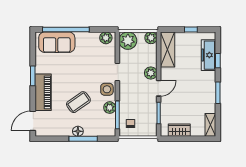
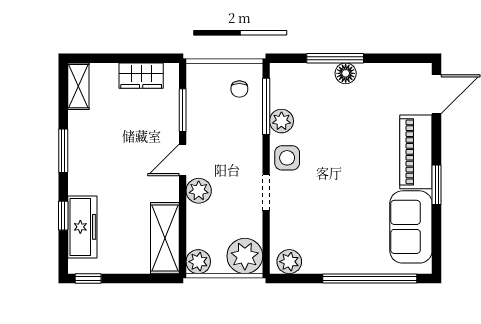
window: (191, 29) -> (88, 278), moved
sofa: (57, 42) -> (411, 227), moved, turned -90
coffee table: (78, 102) -> (344, 132), removed

